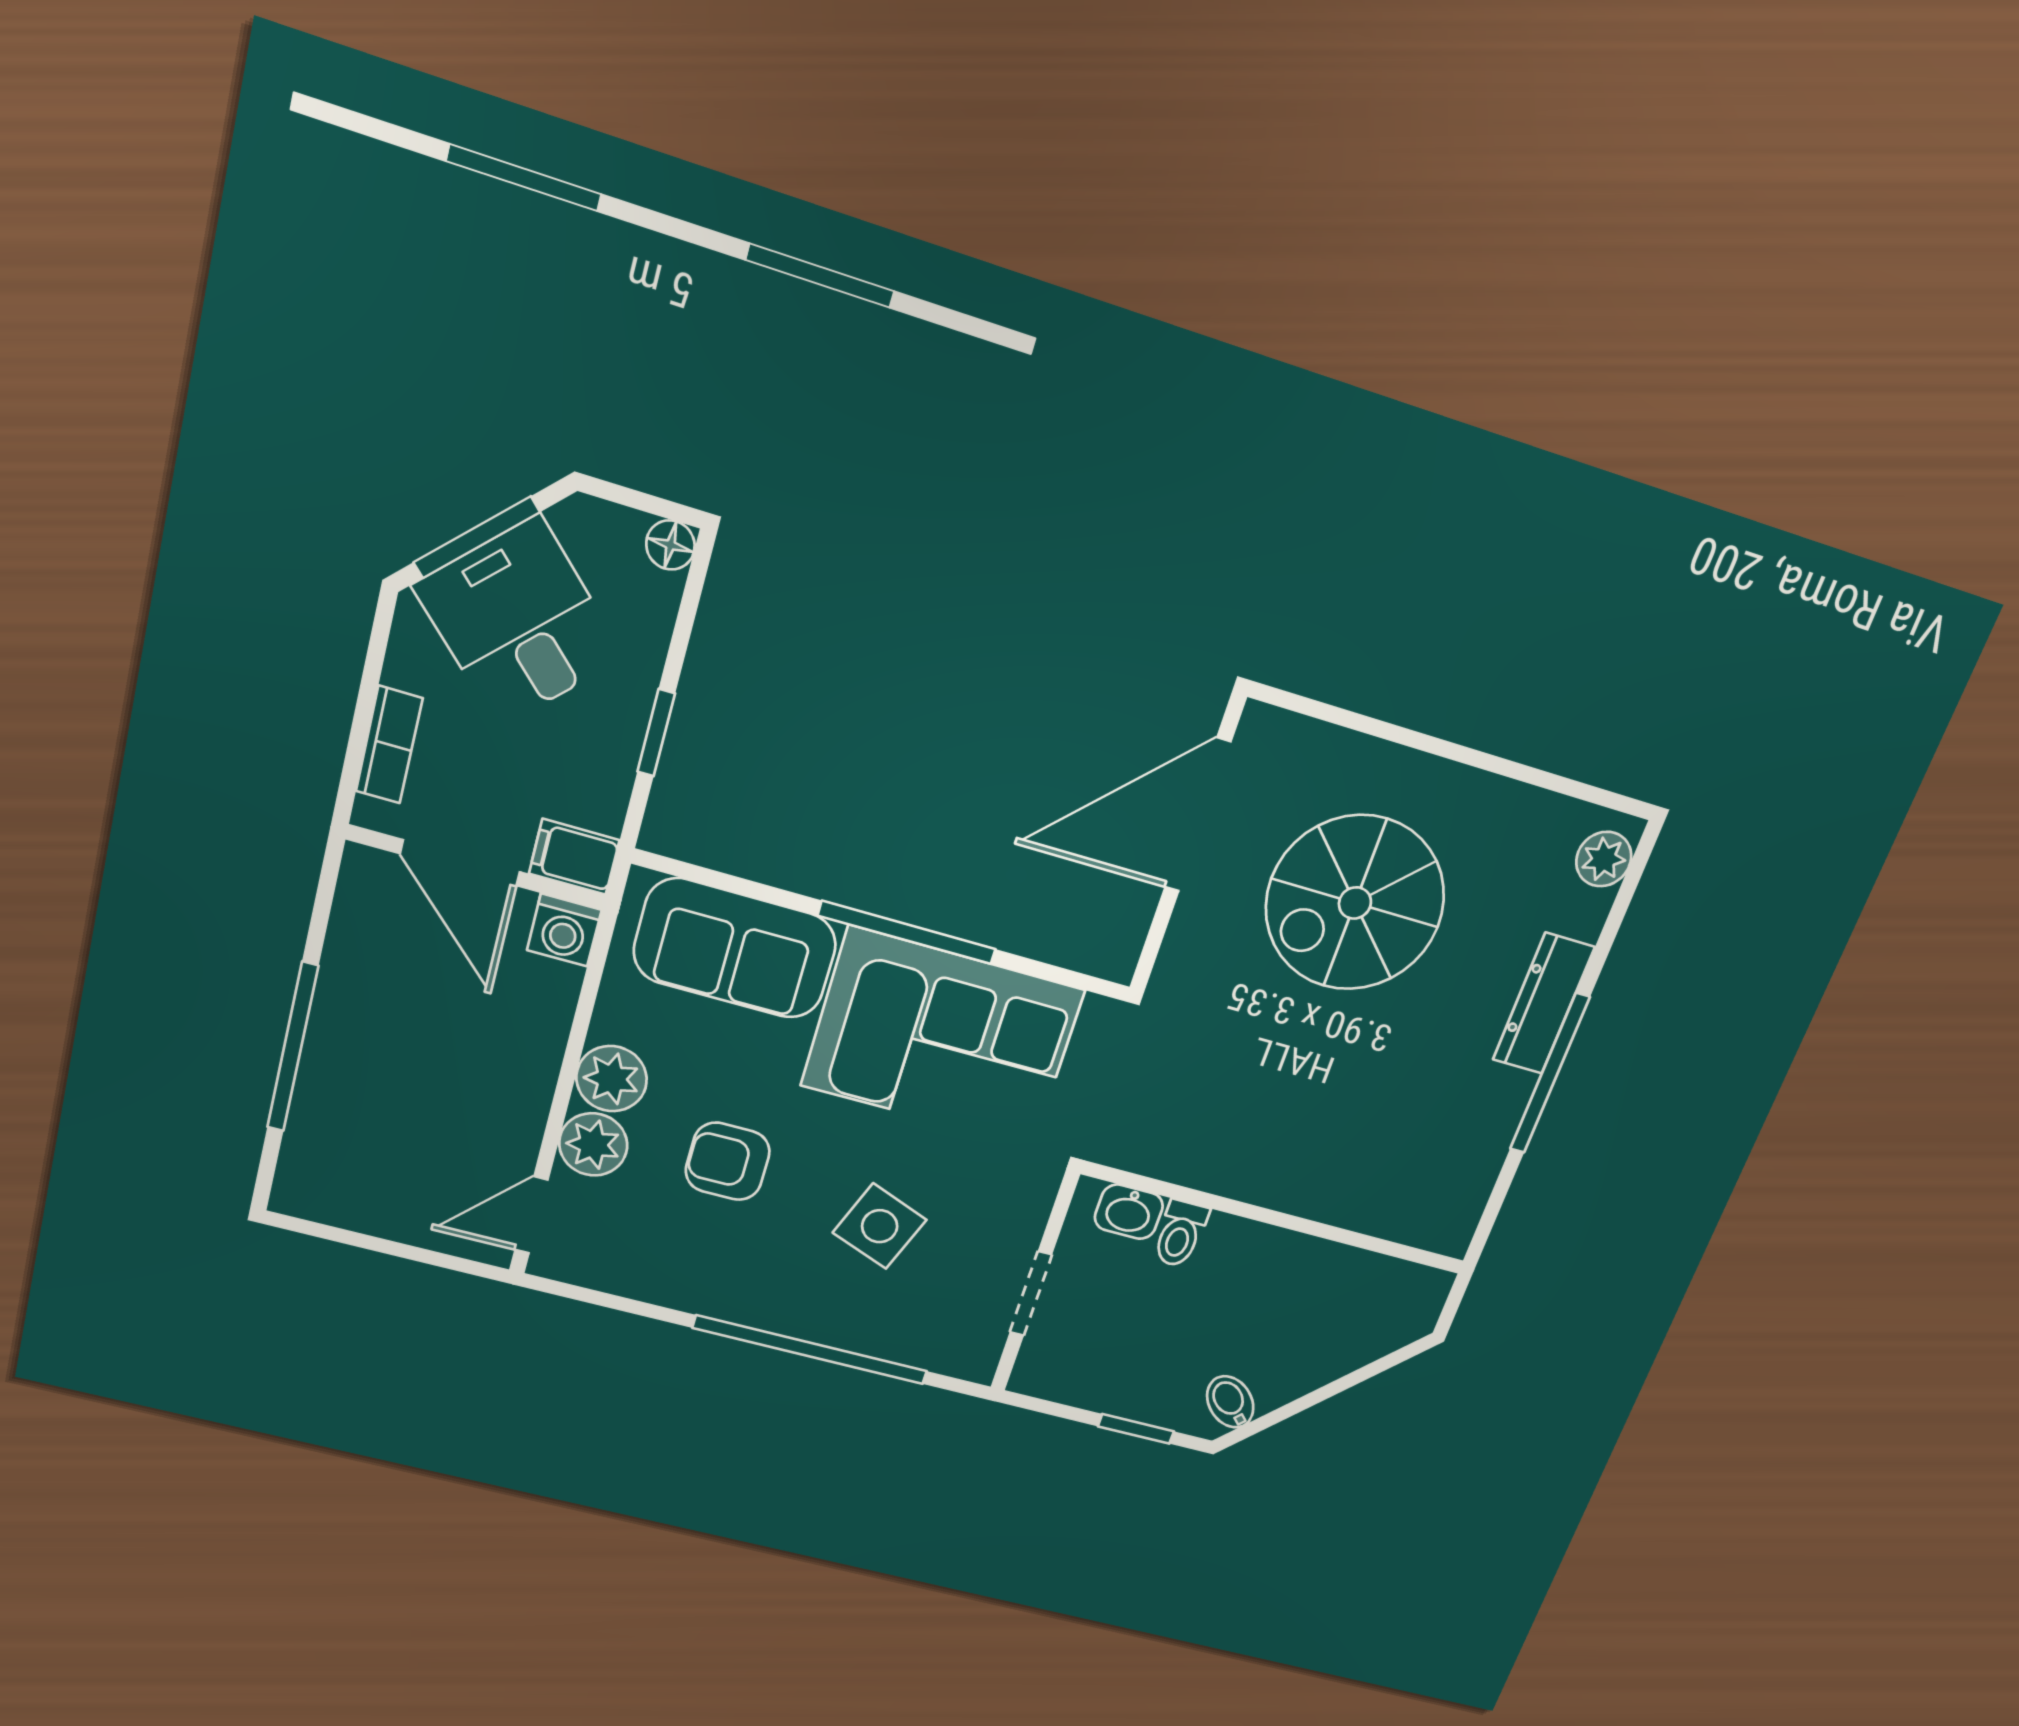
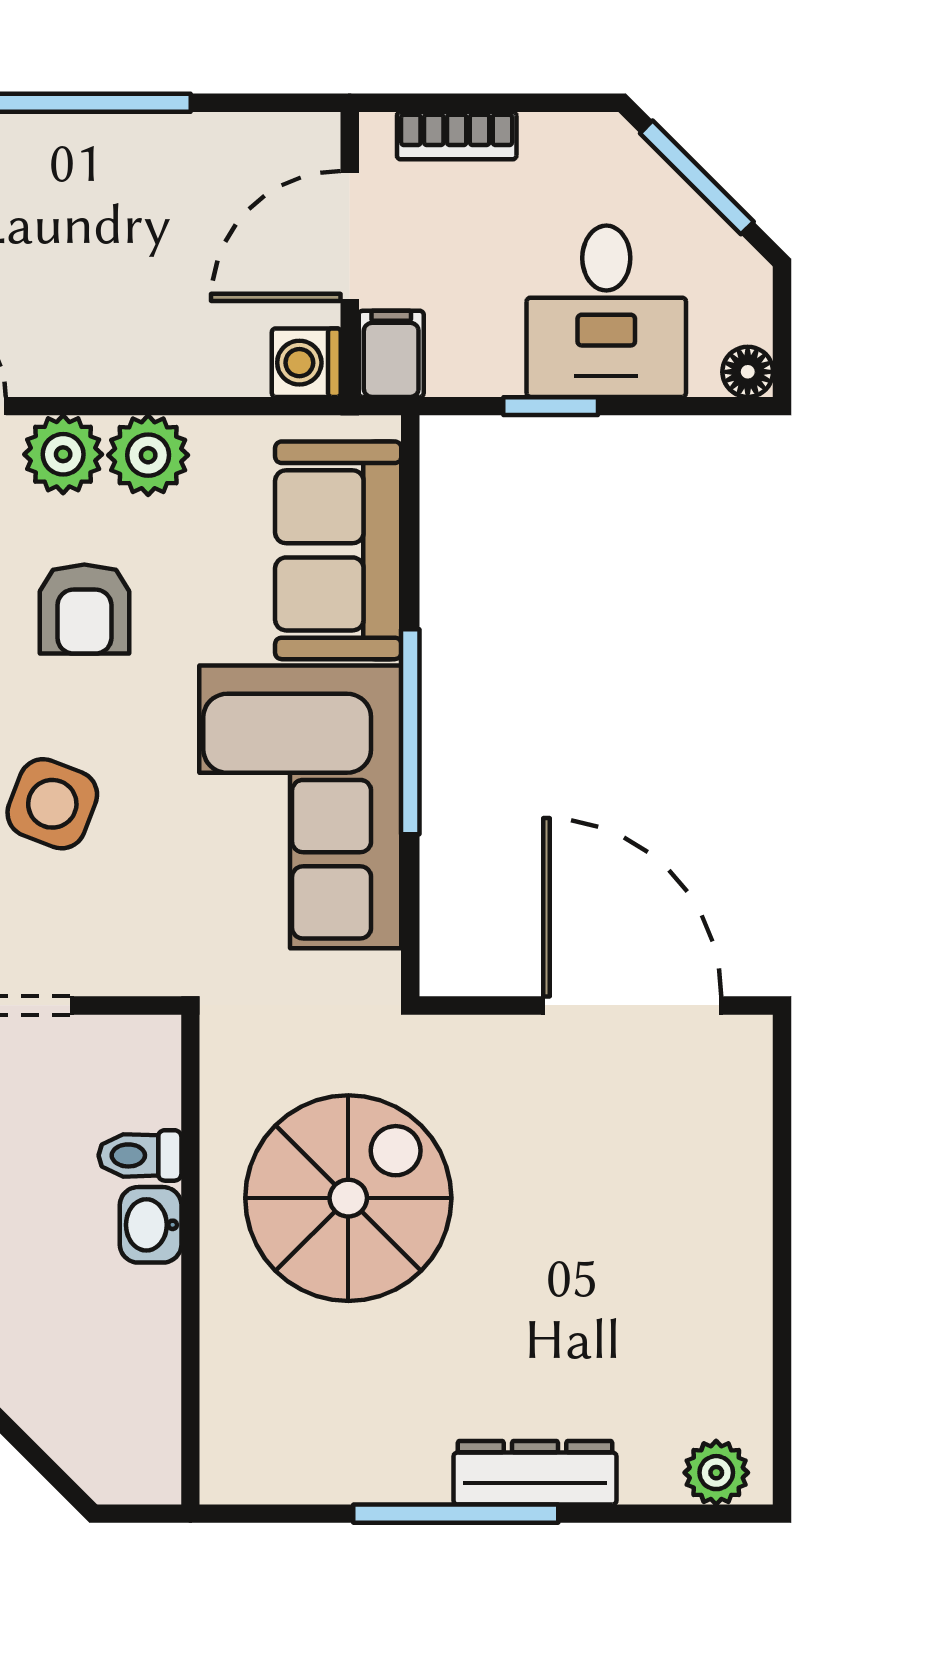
desk: (519, 622) -> (606, 311), moved, turned 135
spiral stairs: (1355, 903) -> (348, 1198), moved, turned 90
armchair: (728, 1161) -> (84, 609), turned 180
washbasin: (1129, 1212) -> (151, 1225), moved

